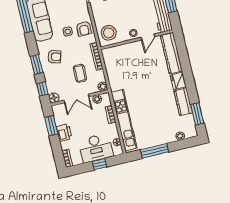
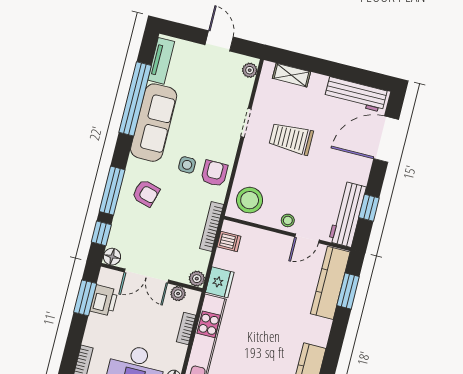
armchair: (84, 29) -> (214, 173), turned 180
window: (183, 53) -> (348, 291), added
dishwasher: (109, 59) -> (229, 241), added
window: (37, 64) -> (112, 191), width x1.44
coffee table: (80, 73) -> (172, 240), removed
fridge: (178, 81) -> (220, 282), moved, turned 180
printer: (64, 133) -> (104, 300), moved

